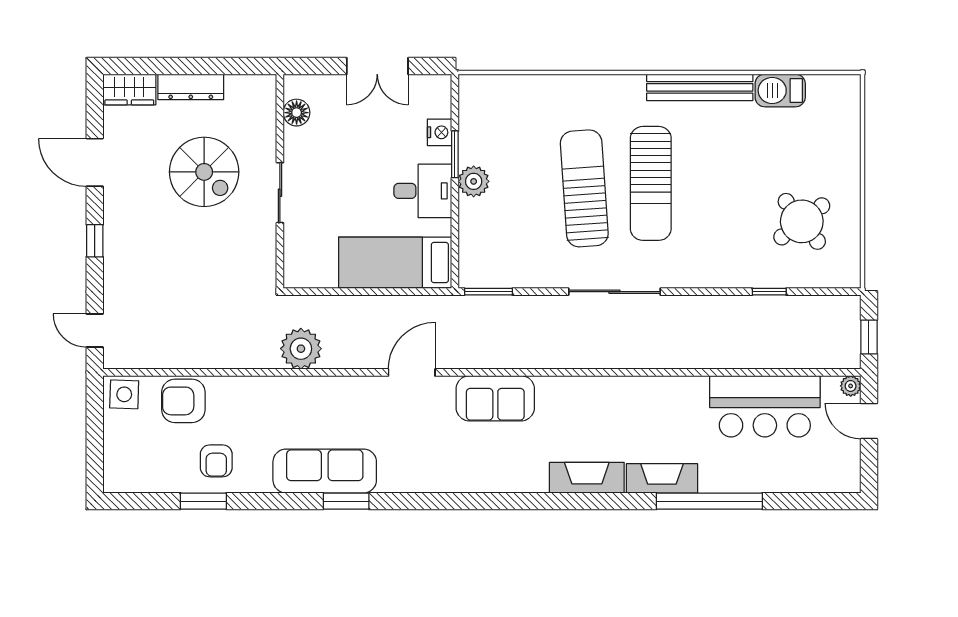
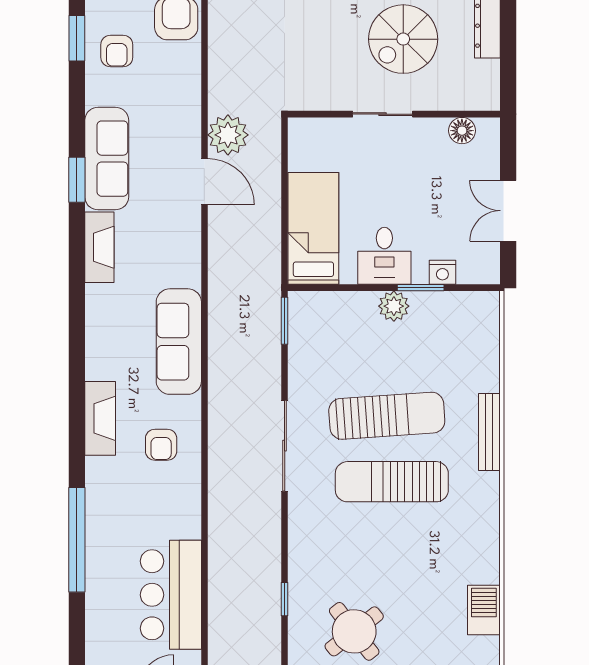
bench: (700, 87) -> (489, 432), moved, width x0.73, depth x0.82
door: (412, 372) -> (204, 182), moved
sofa: (495, 398) -> (179, 342), width x1.36
armchair: (613, 416) -> (161, 445), added
armchair: (216, 461) -> (117, 51), turned -90
fireplace: (662, 478) -> (99, 247), moved

